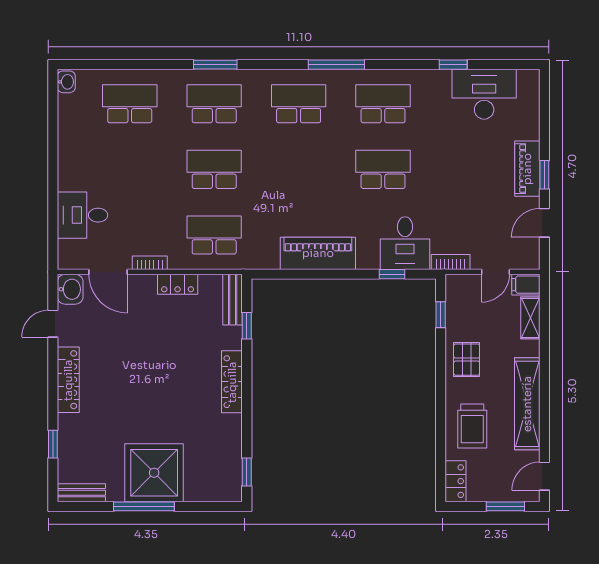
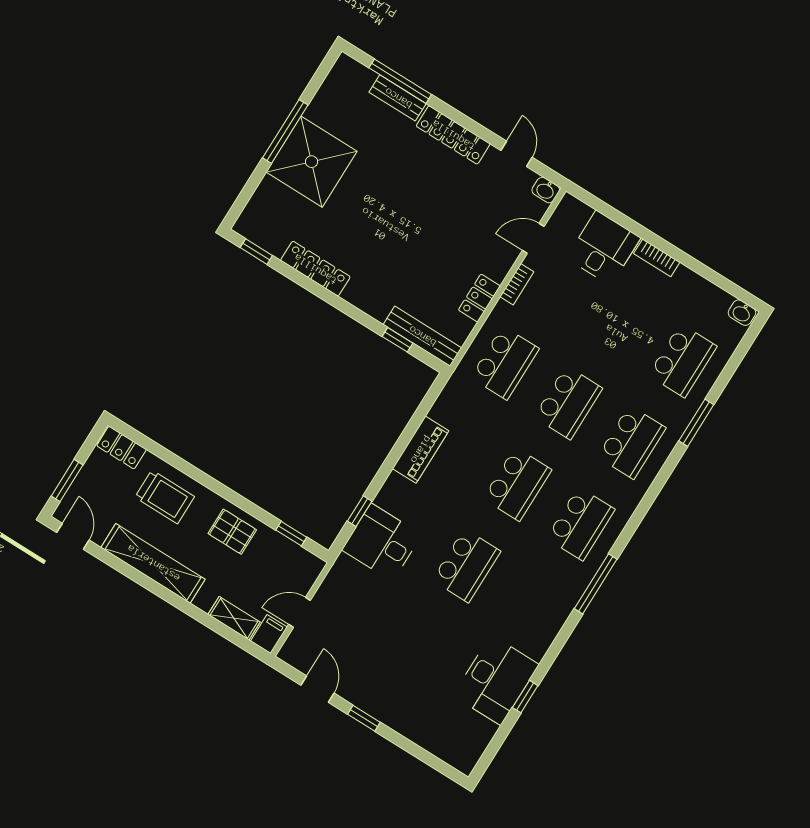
window: (215, 65) -> (696, 423), moved
desk: (484, 94) -> (496, 680), moved
school desk: (383, 104) -> (517, 484), moved
piano: (527, 169) -> (380, 706), removed
piano: (318, 253) -> (421, 450), width x0.73, depth x0.75
bookcase: (451, 262) -> (657, 258), moved, turned 90
door: (108, 272) -> (533, 238), width x0.73
door: (495, 272) -> (299, 612), hinge flipped
washbasin: (70, 289) -> (546, 190), width x0.72, depth x0.69
bench: (233, 300) -> (422, 336), width x1.36
locker: (232, 382) -> (315, 269), moved
trolley: (472, 426) -> (165, 497), turned 180
window: (53, 444) -> (400, 81), width x2.17
bench: (81, 493) -> (398, 98), moved, turned 90

